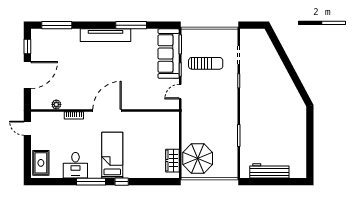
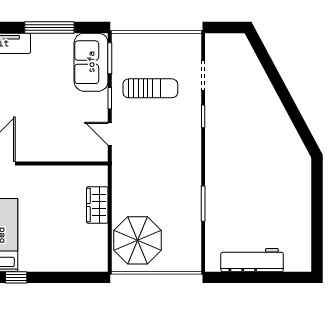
window: (131, 25) -> (49, 27), moved
sofa: (169, 54) -> (91, 62), width x0.73
door: (180, 92) -> (110, 134), hinge flipped
wardrobe: (172, 161) -> (97, 205), moved

